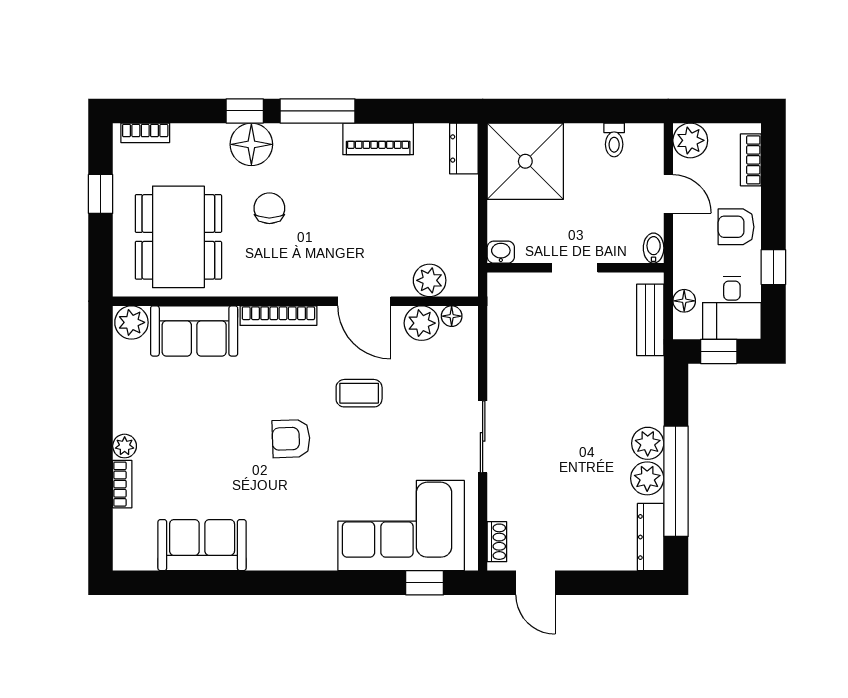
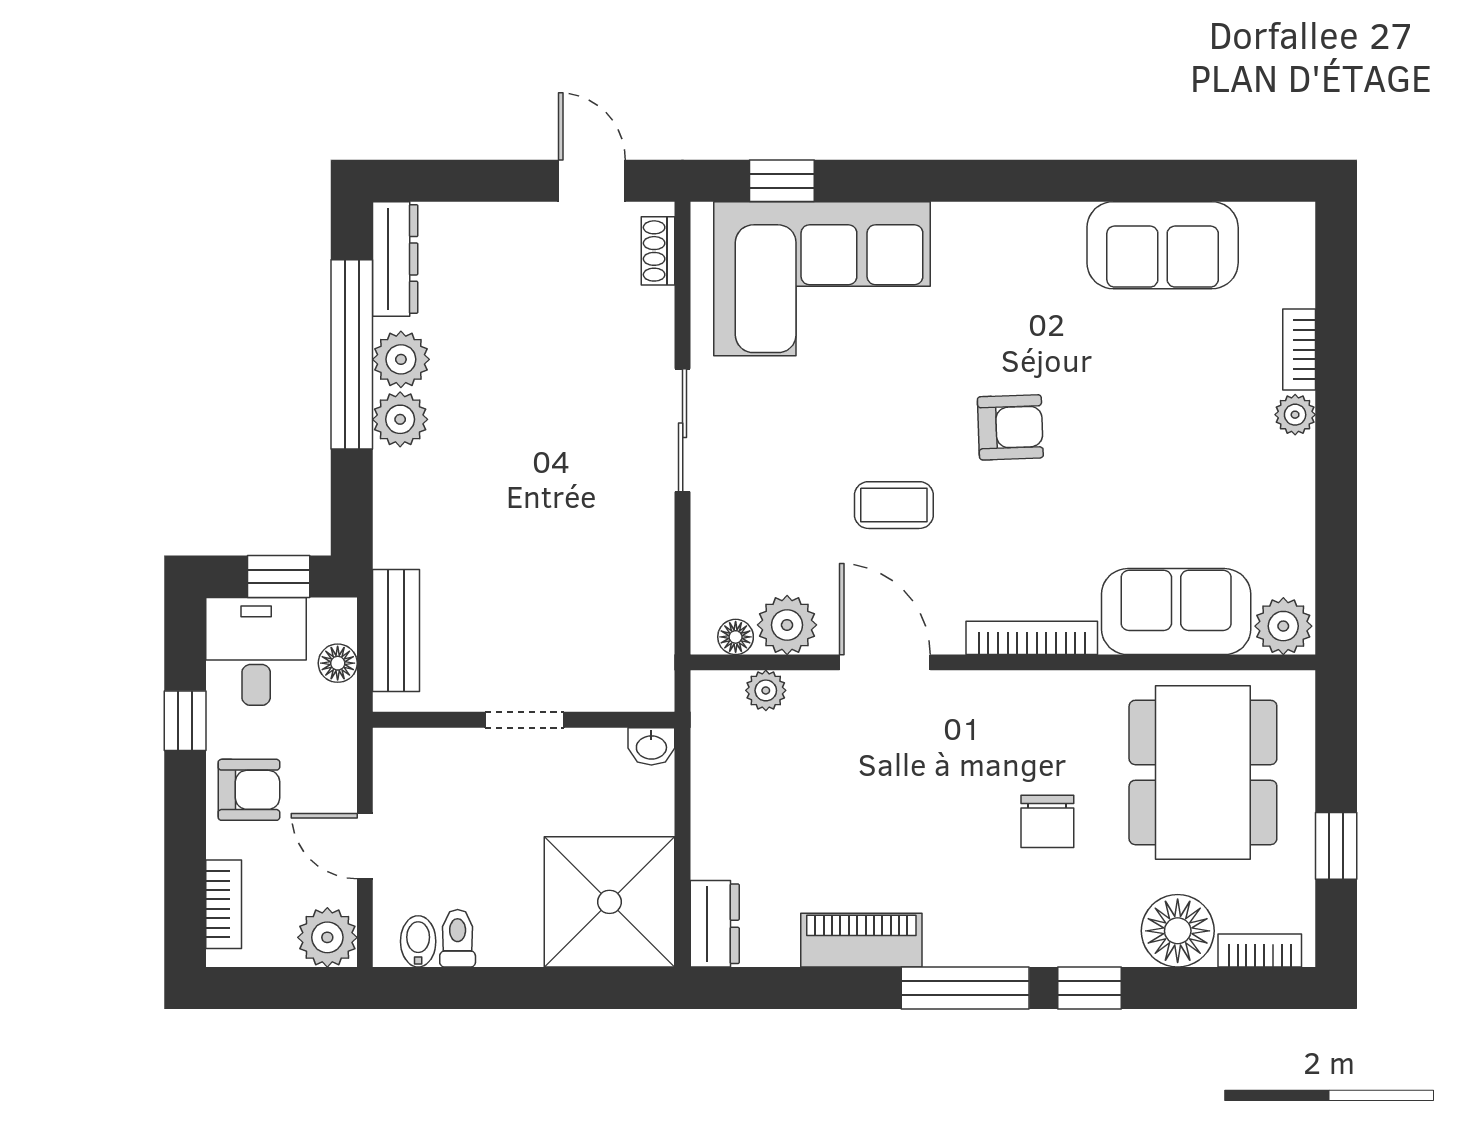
floor lamp: (251, 144) -> (1178, 931), moved
bidet: (654, 248) -> (418, 941), moved, turned 180
plant: (430, 280) -> (766, 690), width x0.73, depth x0.73

